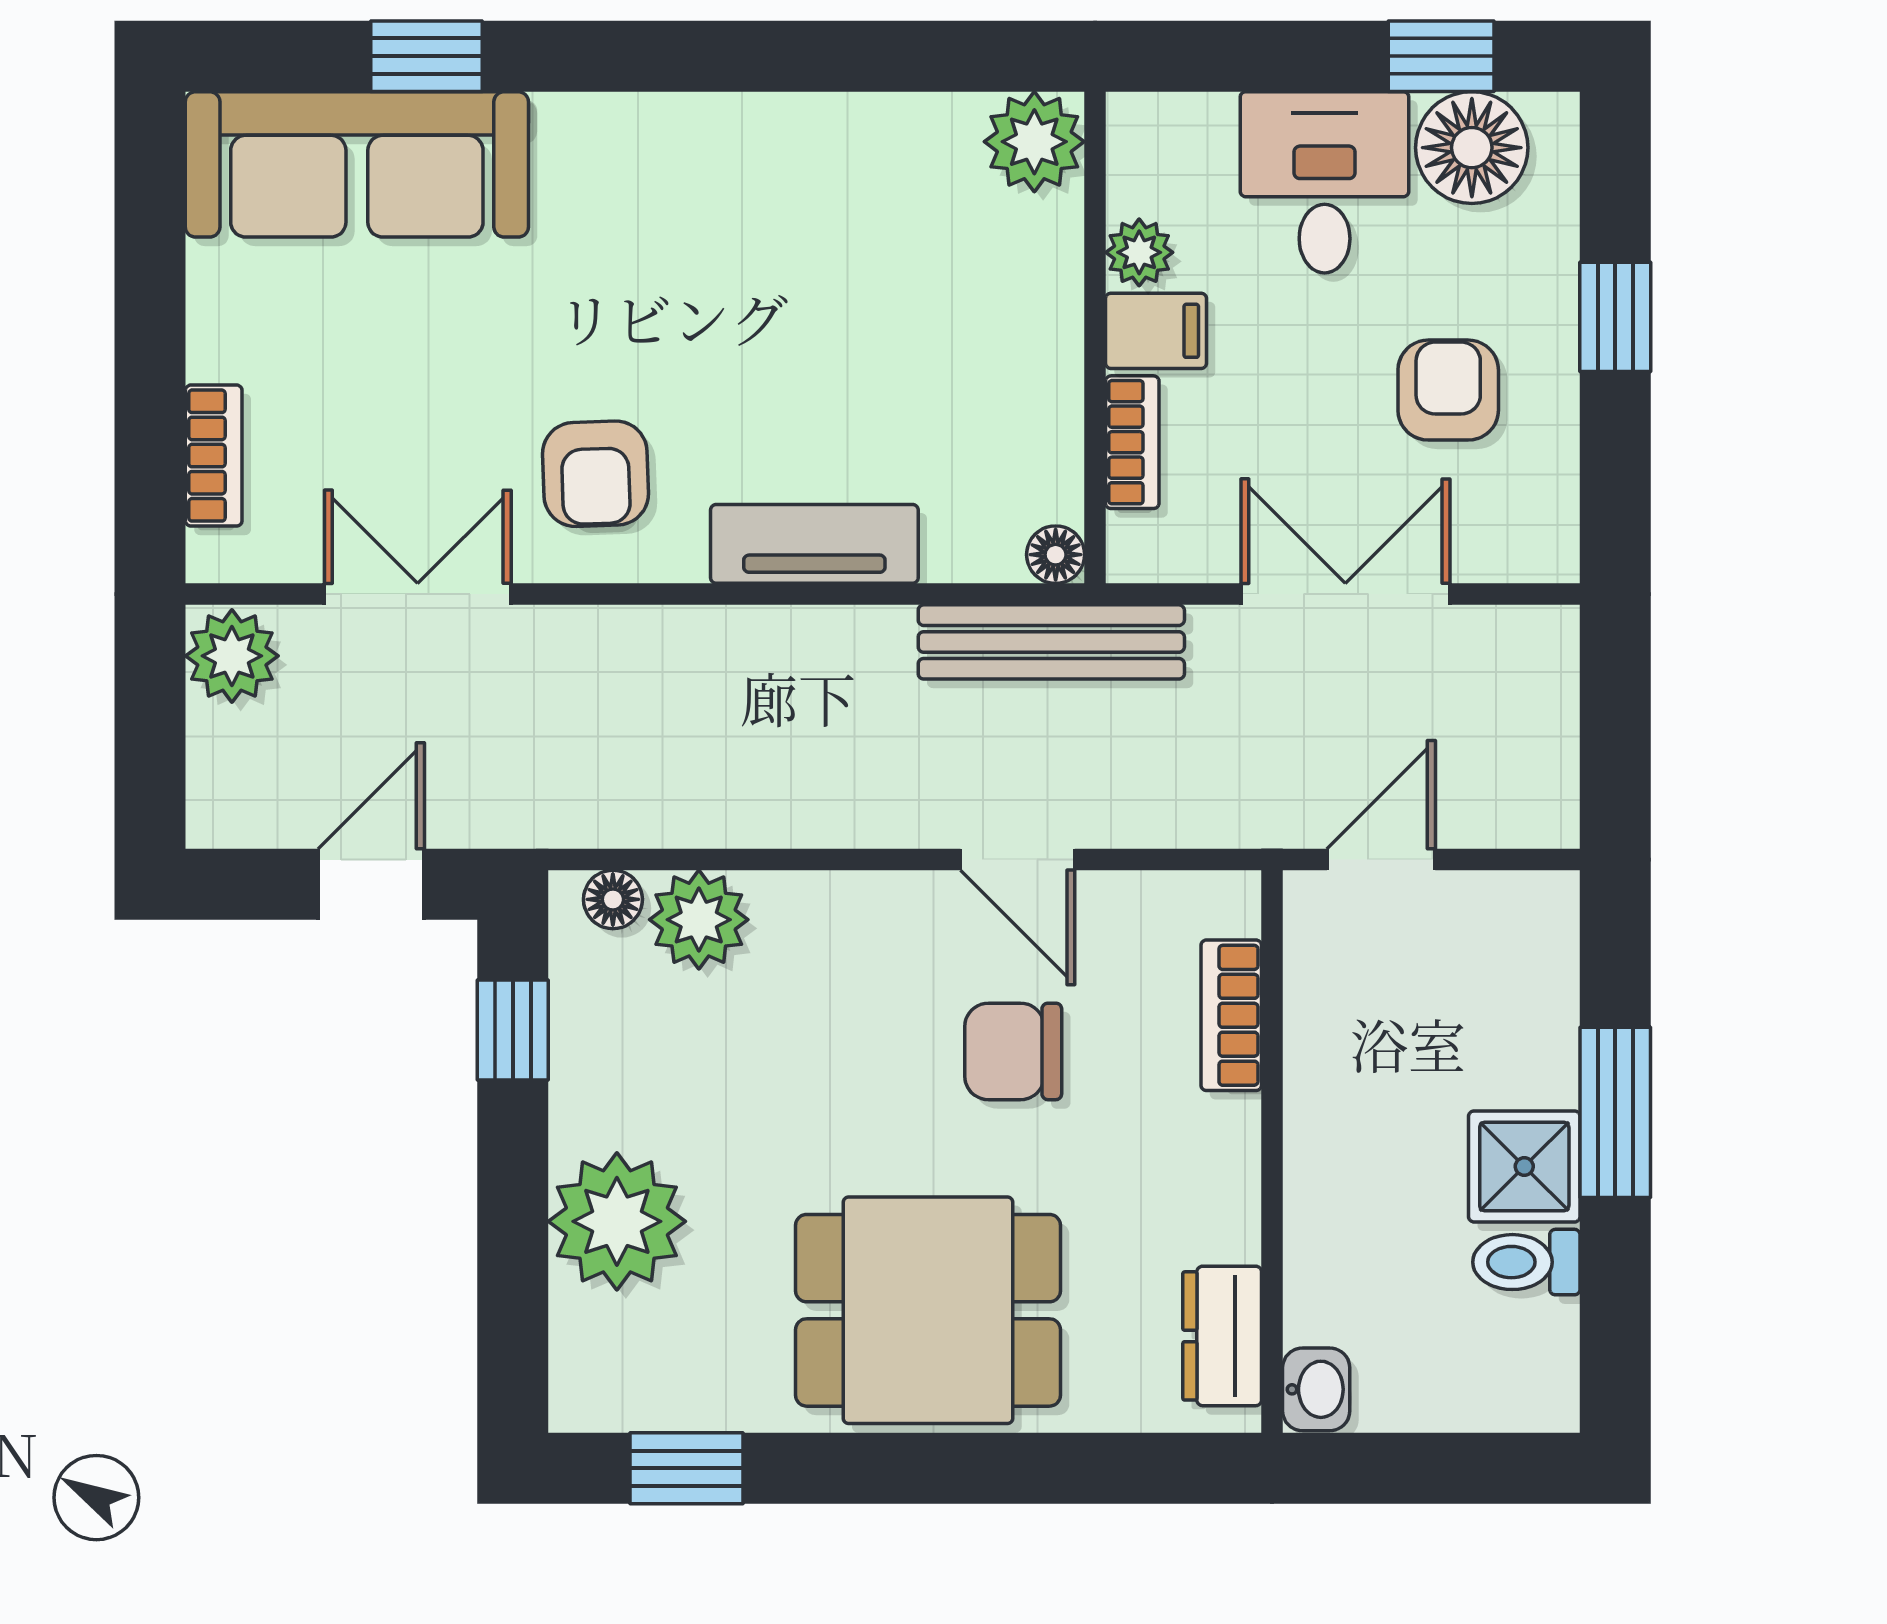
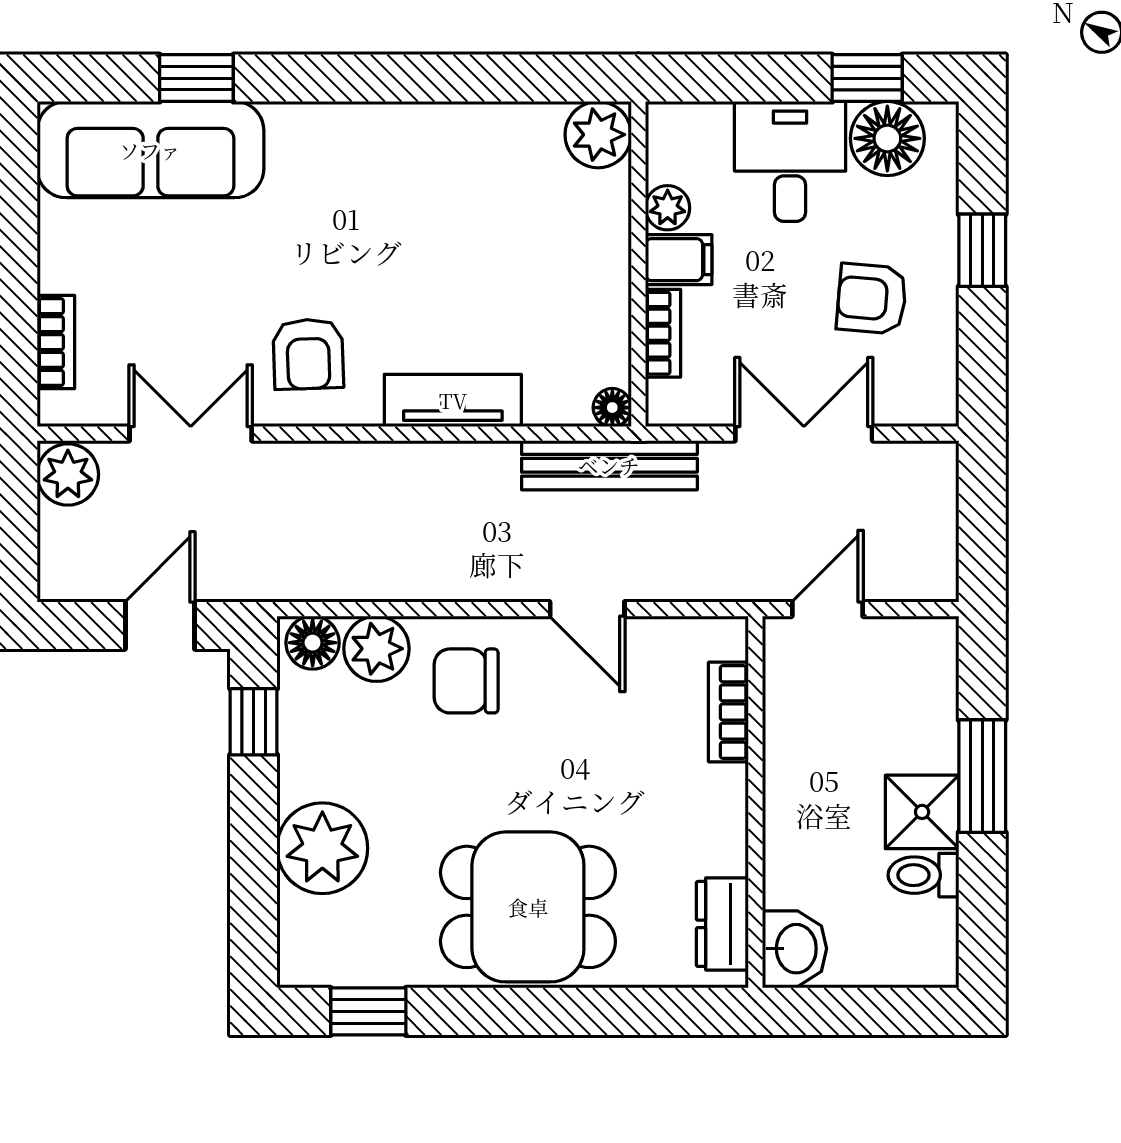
armchair: (1448, 390) -> (872, 299), turned -85
floor lamp: (613, 899) -> (313, 643), width x1.37, depth x1.37
chair: (1013, 1051) -> (466, 681), moved
washbasin: (1316, 1389) -> (794, 949), width x1.38, depth x1.45

